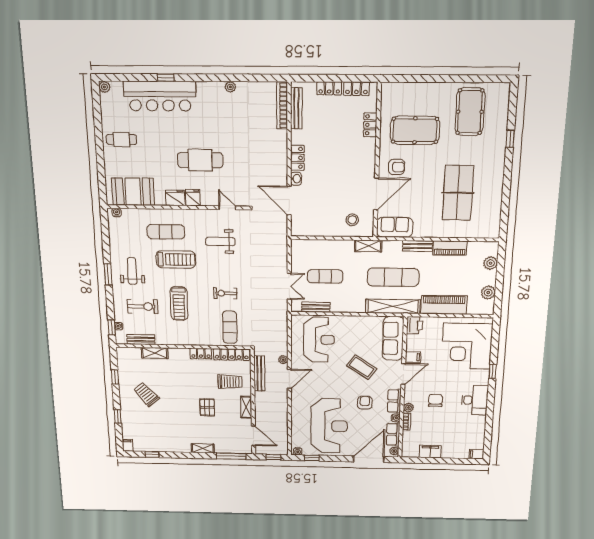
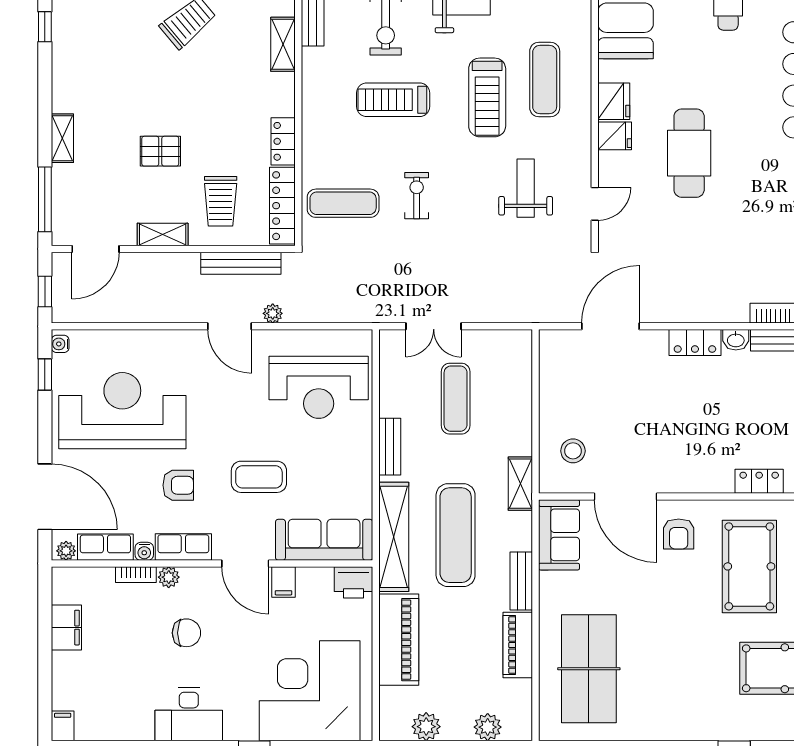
washbasin: (296, 179) -> (736, 340), moved
table tennis table: (458, 193) -> (589, 669), moved, turned 90
bench: (316, 307) -> (390, 447), moved
coffee table: (362, 367) -> (259, 477), turned 56
reception desk: (329, 426) -> (122, 411), turned 180

